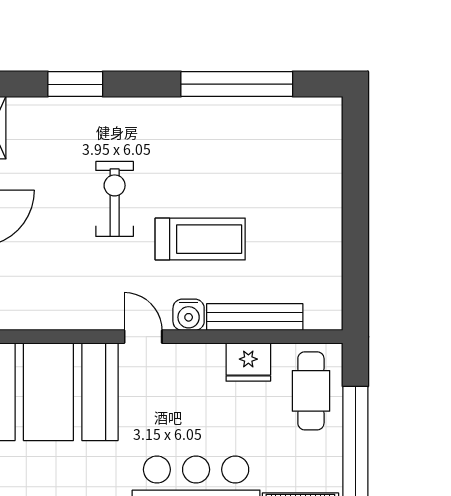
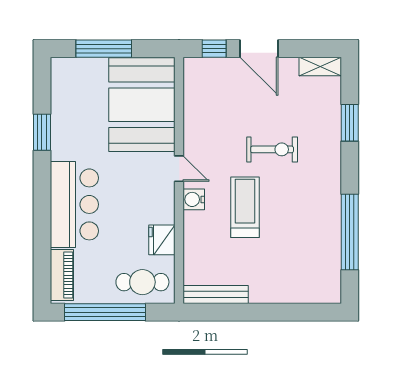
treadmill: (200, 239) -> (245, 207), turned 180
bench: (255, 317) -> (216, 295), moved, turned 90
door: (143, 337) -> (179, 169), hinge flipped

